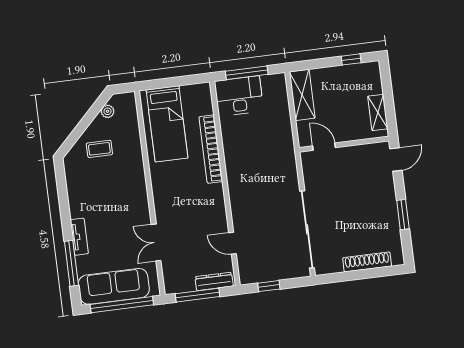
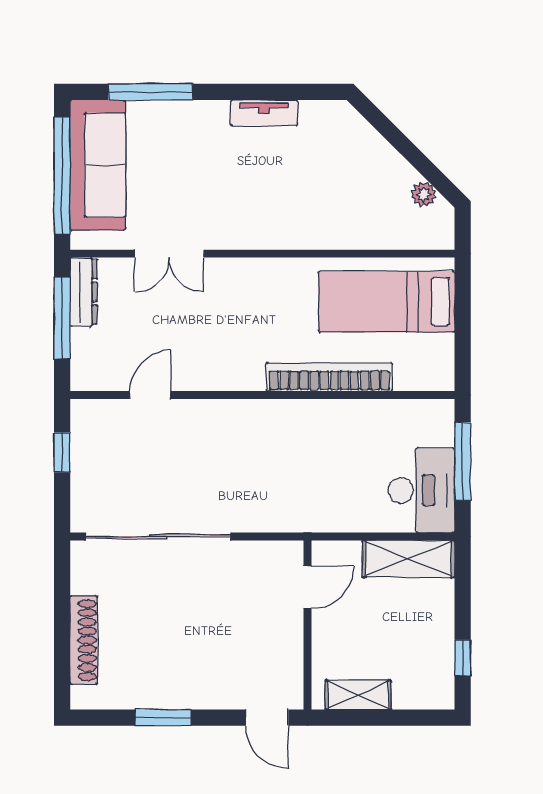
desk: (239, 96) -> (421, 490), moved
coffee table: (99, 149) -> (356, 171), removed
tv unit: (79, 237) -> (264, 113), moved
double door: (156, 242) -> (169, 254), swing flipped
dresser: (214, 281) -> (84, 292), moved

